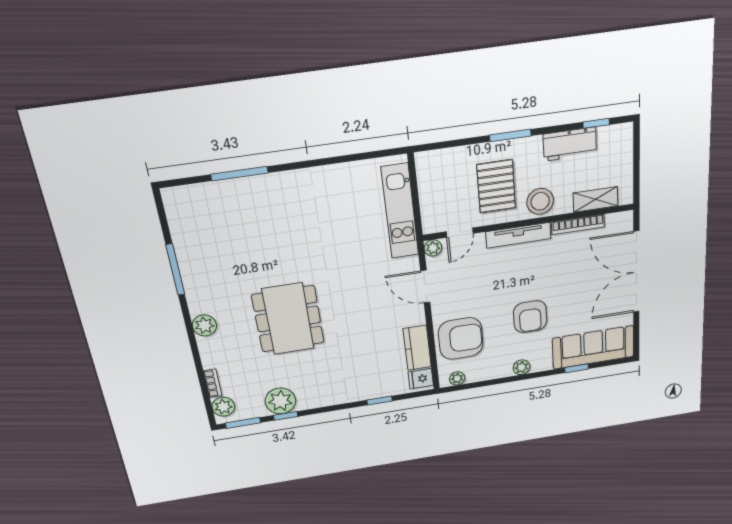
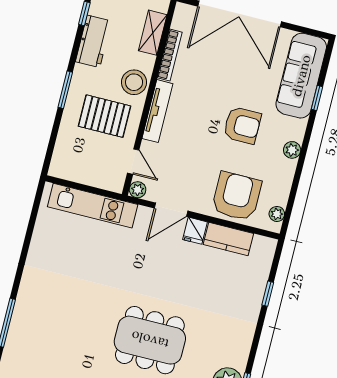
fridge: (421, 379) -> (195, 231), moved

